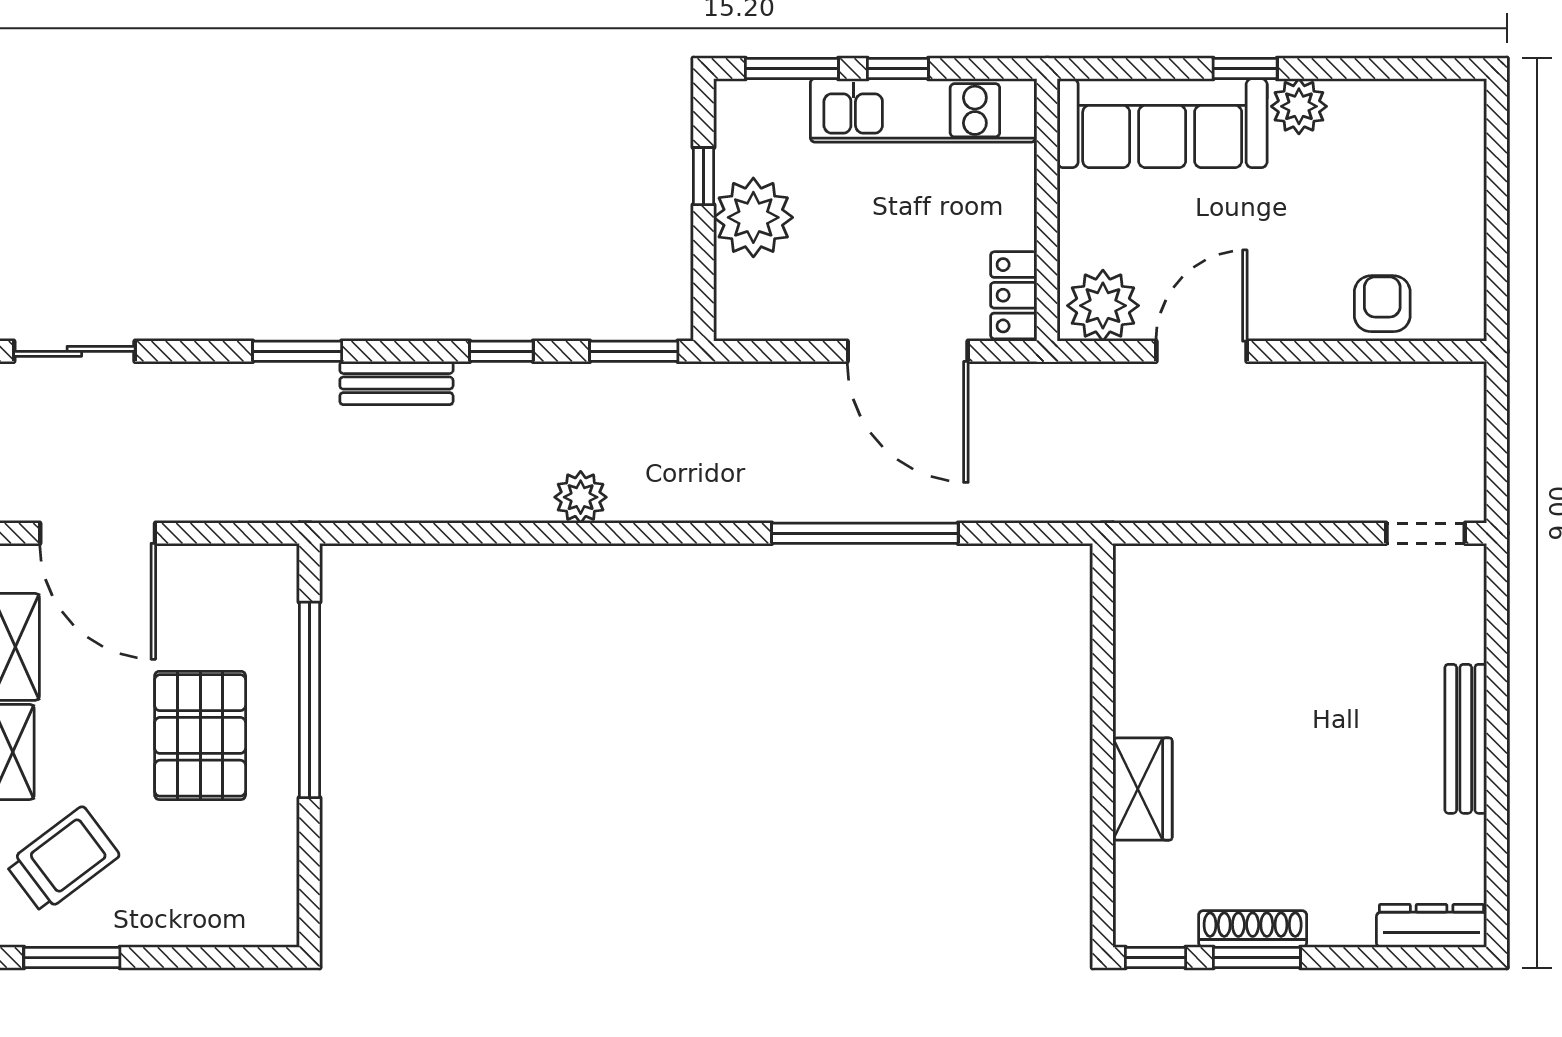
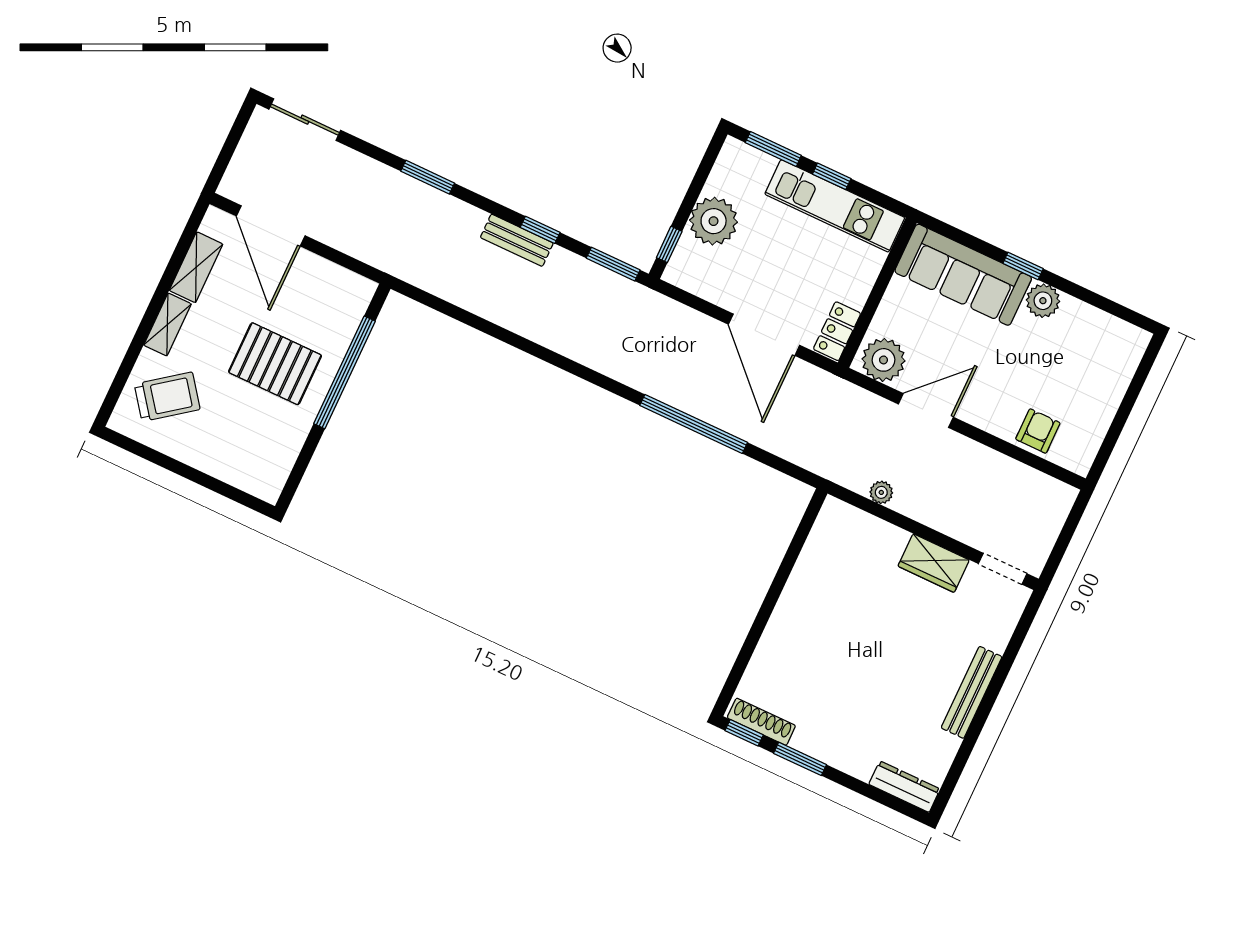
window: (704, 176) -> (669, 244), moved
bench: (396, 383) -> (517, 240), moved
plant: (581, 497) -> (881, 492), moved, width x0.73, depth x0.73
pallet: (200, 735) -> (275, 364), turned 90
wardrobe: (1142, 789) -> (934, 563), moved, turned 90
shoe rack: (1253, 929) -> (761, 722), moved
window: (72, 958) -> (147, 453), removed

